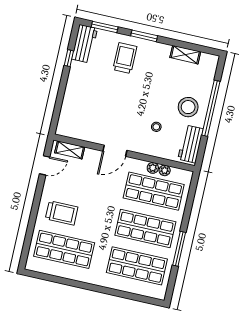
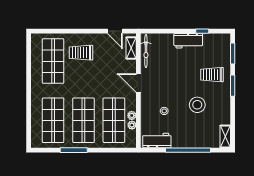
workbench: (84, 44) -> (188, 41), moved
shelving: (185, 55) -> (225, 136), moved
trolley: (125, 58) -> (212, 75), turned 180
stool: (188, 107) -> (197, 105), moved
bicycle: (78, 133) -> (146, 51), added
trolley: (62, 213) -> (81, 53), turned 90

